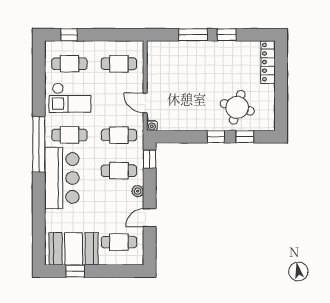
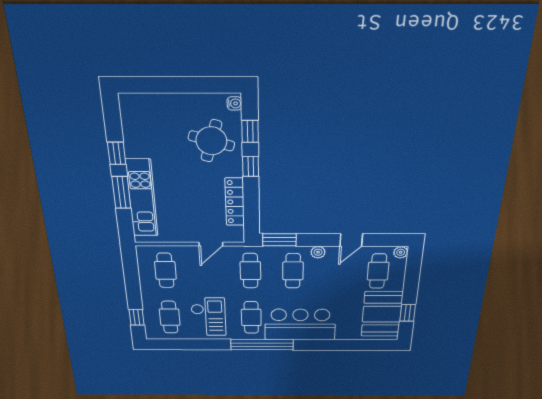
kitchen unit: (188, 50) -> (142, 198), added
locker: (268, 62) -> (235, 202), moved, turned 90
water cooler: (152, 126) -> (234, 103), moved
window: (150, 159) -> (279, 240), width x1.50
door: (150, 218) -> (351, 240), hinge flipped
plant: (138, 259) -> (401, 252), added

